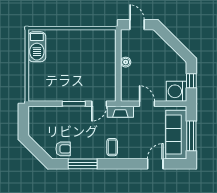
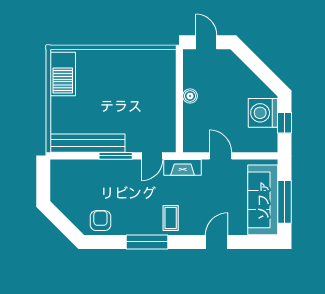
washing machine: (176, 91) -> (263, 113), moved
bench: (54, 95) -> (88, 143), added
armchair: (63, 149) -> (100, 221), turned -90
window: (83, 164) -> (147, 242), moved
door: (155, 164) -> (217, 242), moved

